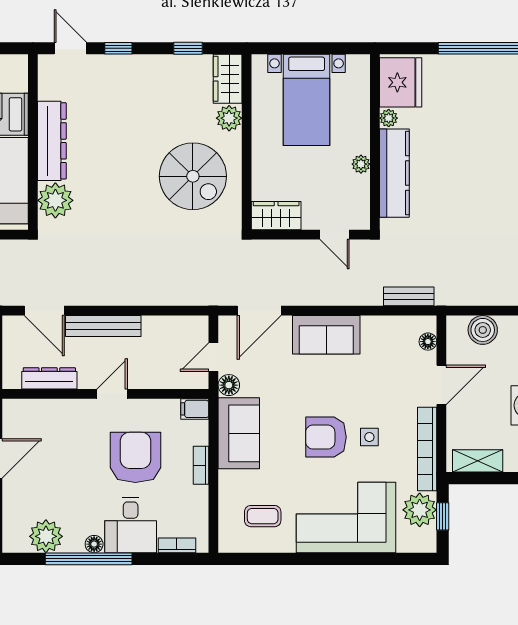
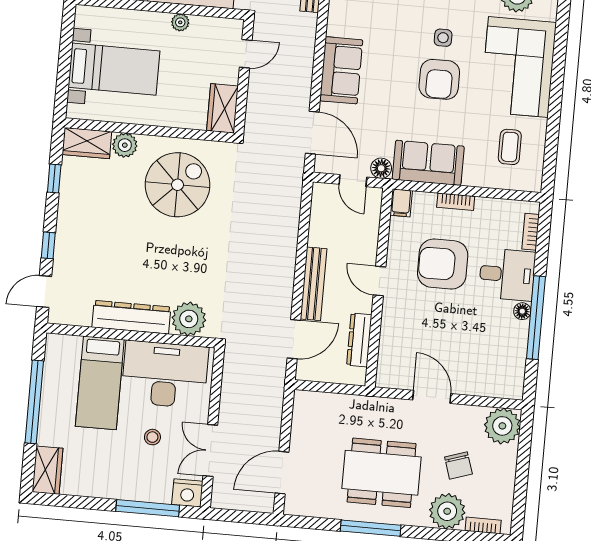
plant: (46, 536) -> (511, 357), removed

